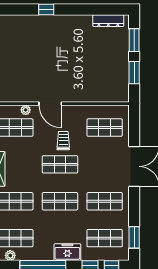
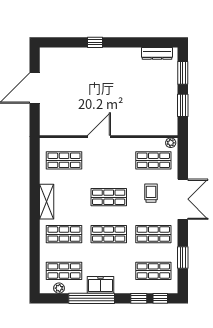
door: (50, 104) -> (99, 137), swing flipped
plant: (26, 110) -> (171, 143), moved
trolley: (63, 141) -> (151, 193), moved
window: (134, 237) -> (183, 258), moved
freezer: (67, 252) -> (100, 285), moved

